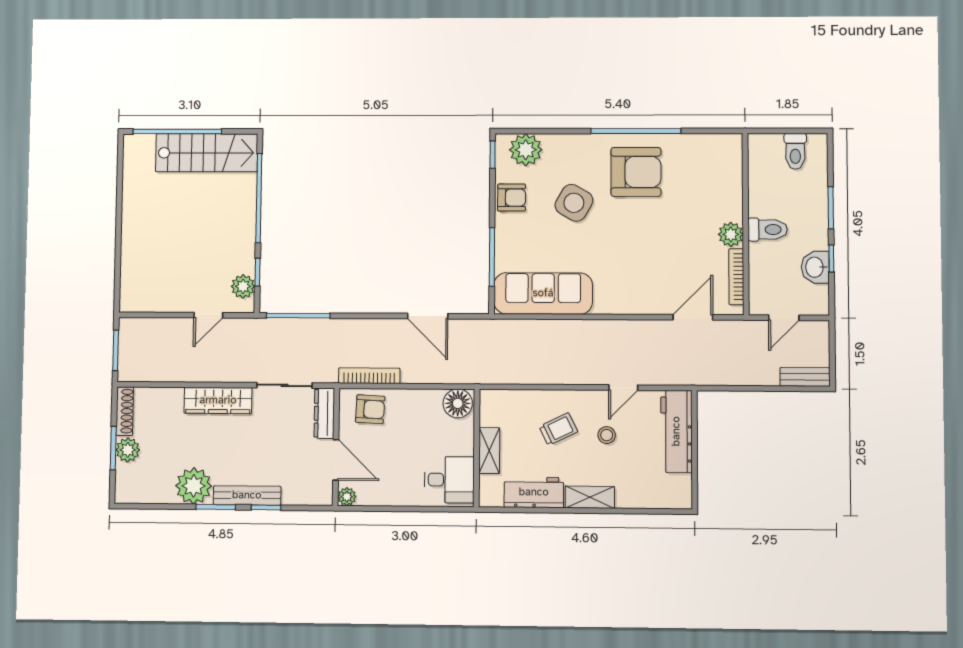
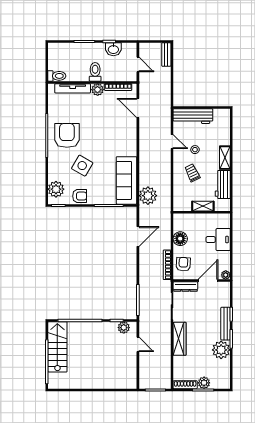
toilet: (795, 151) -> (57, 76), moved
tv unit: (733, 183) -> (73, 88), added
armchair: (512, 198) -> (80, 196), turned 90
plant: (512, 337) -> (148, 196), added
floor lamp: (458, 403) -> (180, 239), moved
desk: (449, 480) -> (218, 240), moved, turned 90

